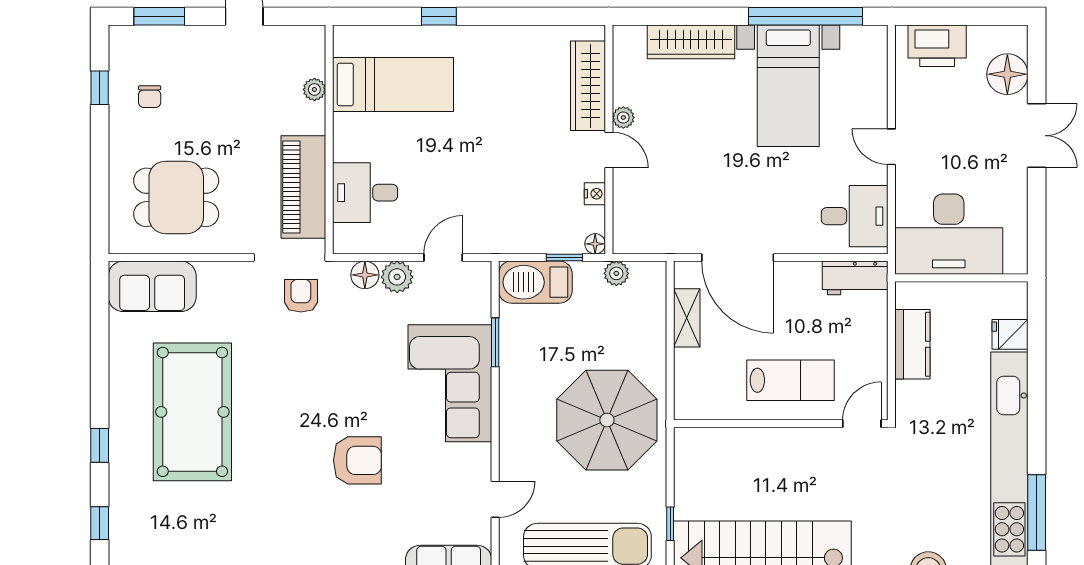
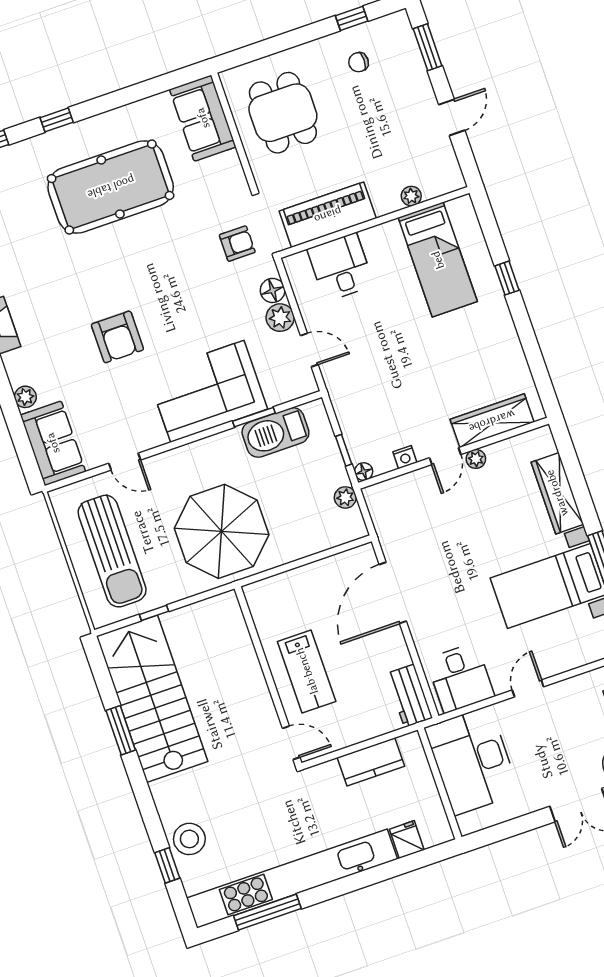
barbecue: (535, 282) -> (275, 432), moved, turned -90
shelving: (687, 318) -> (329, 568), removed

